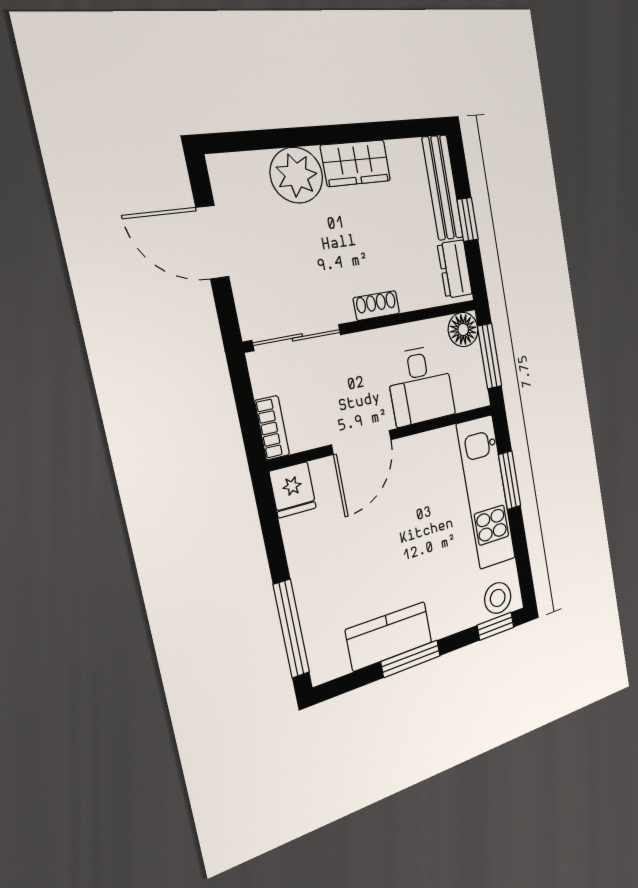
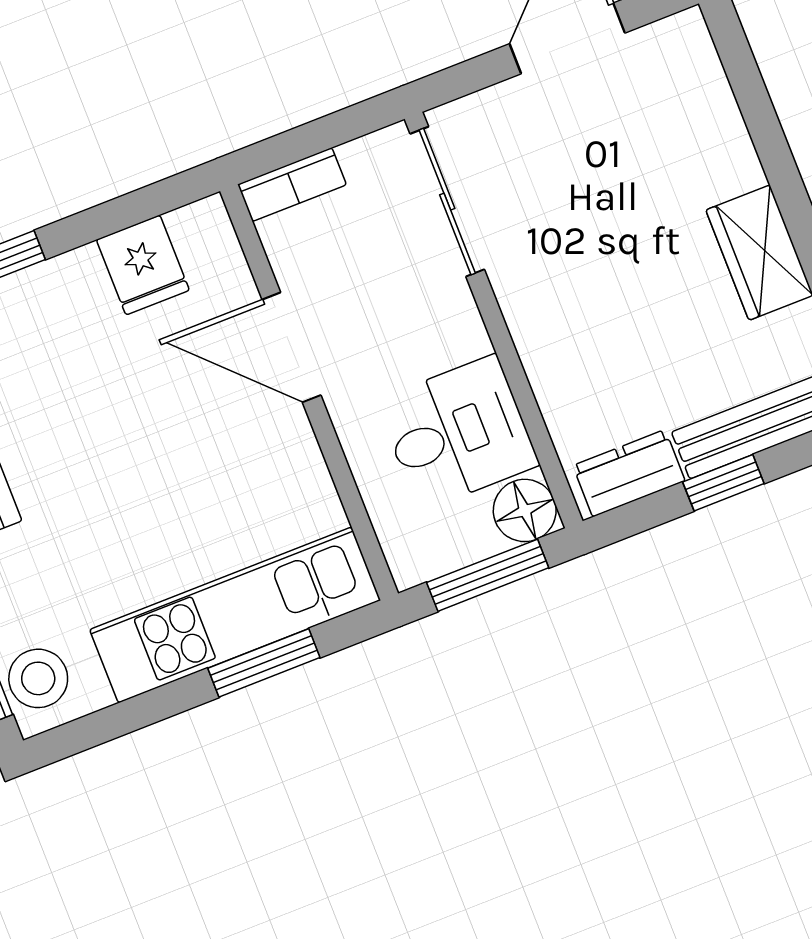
plant: (297, 175) -> (710, 154), removed
shoe rack: (376, 306) -> (530, 333), removed
desk: (420, 385) -> (458, 433), moved, turned 180
fridge: (293, 490) -> (143, 265), moved, turned -90

